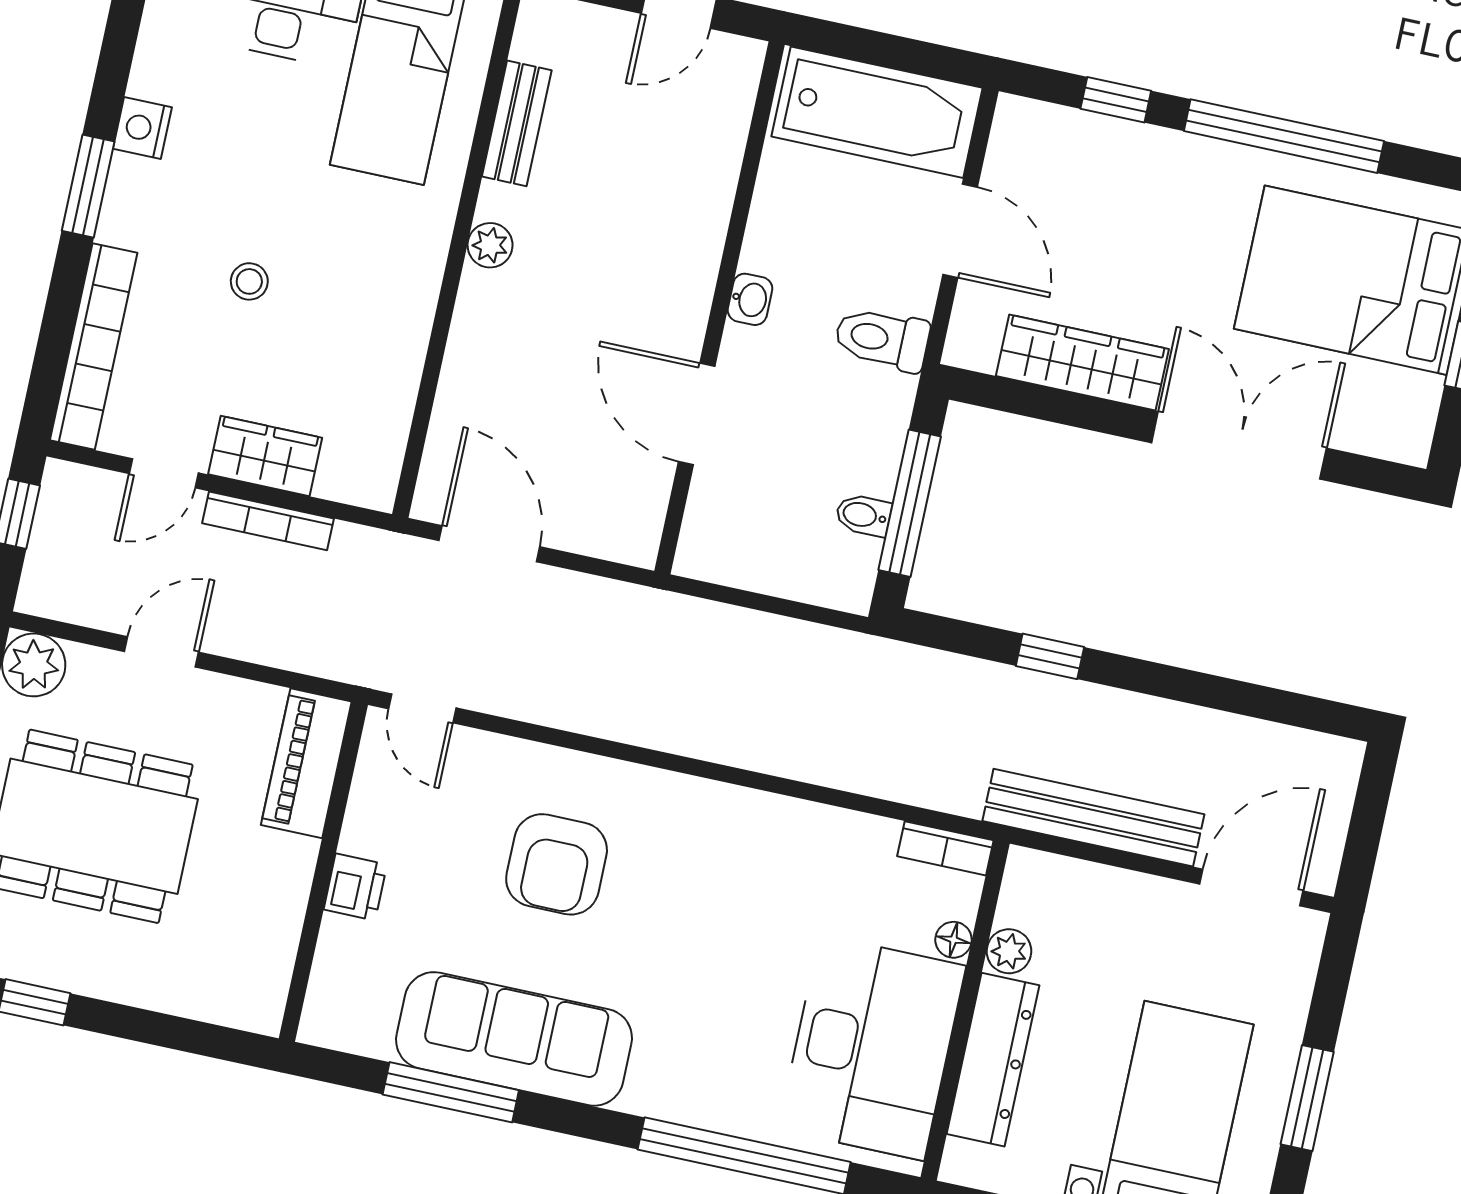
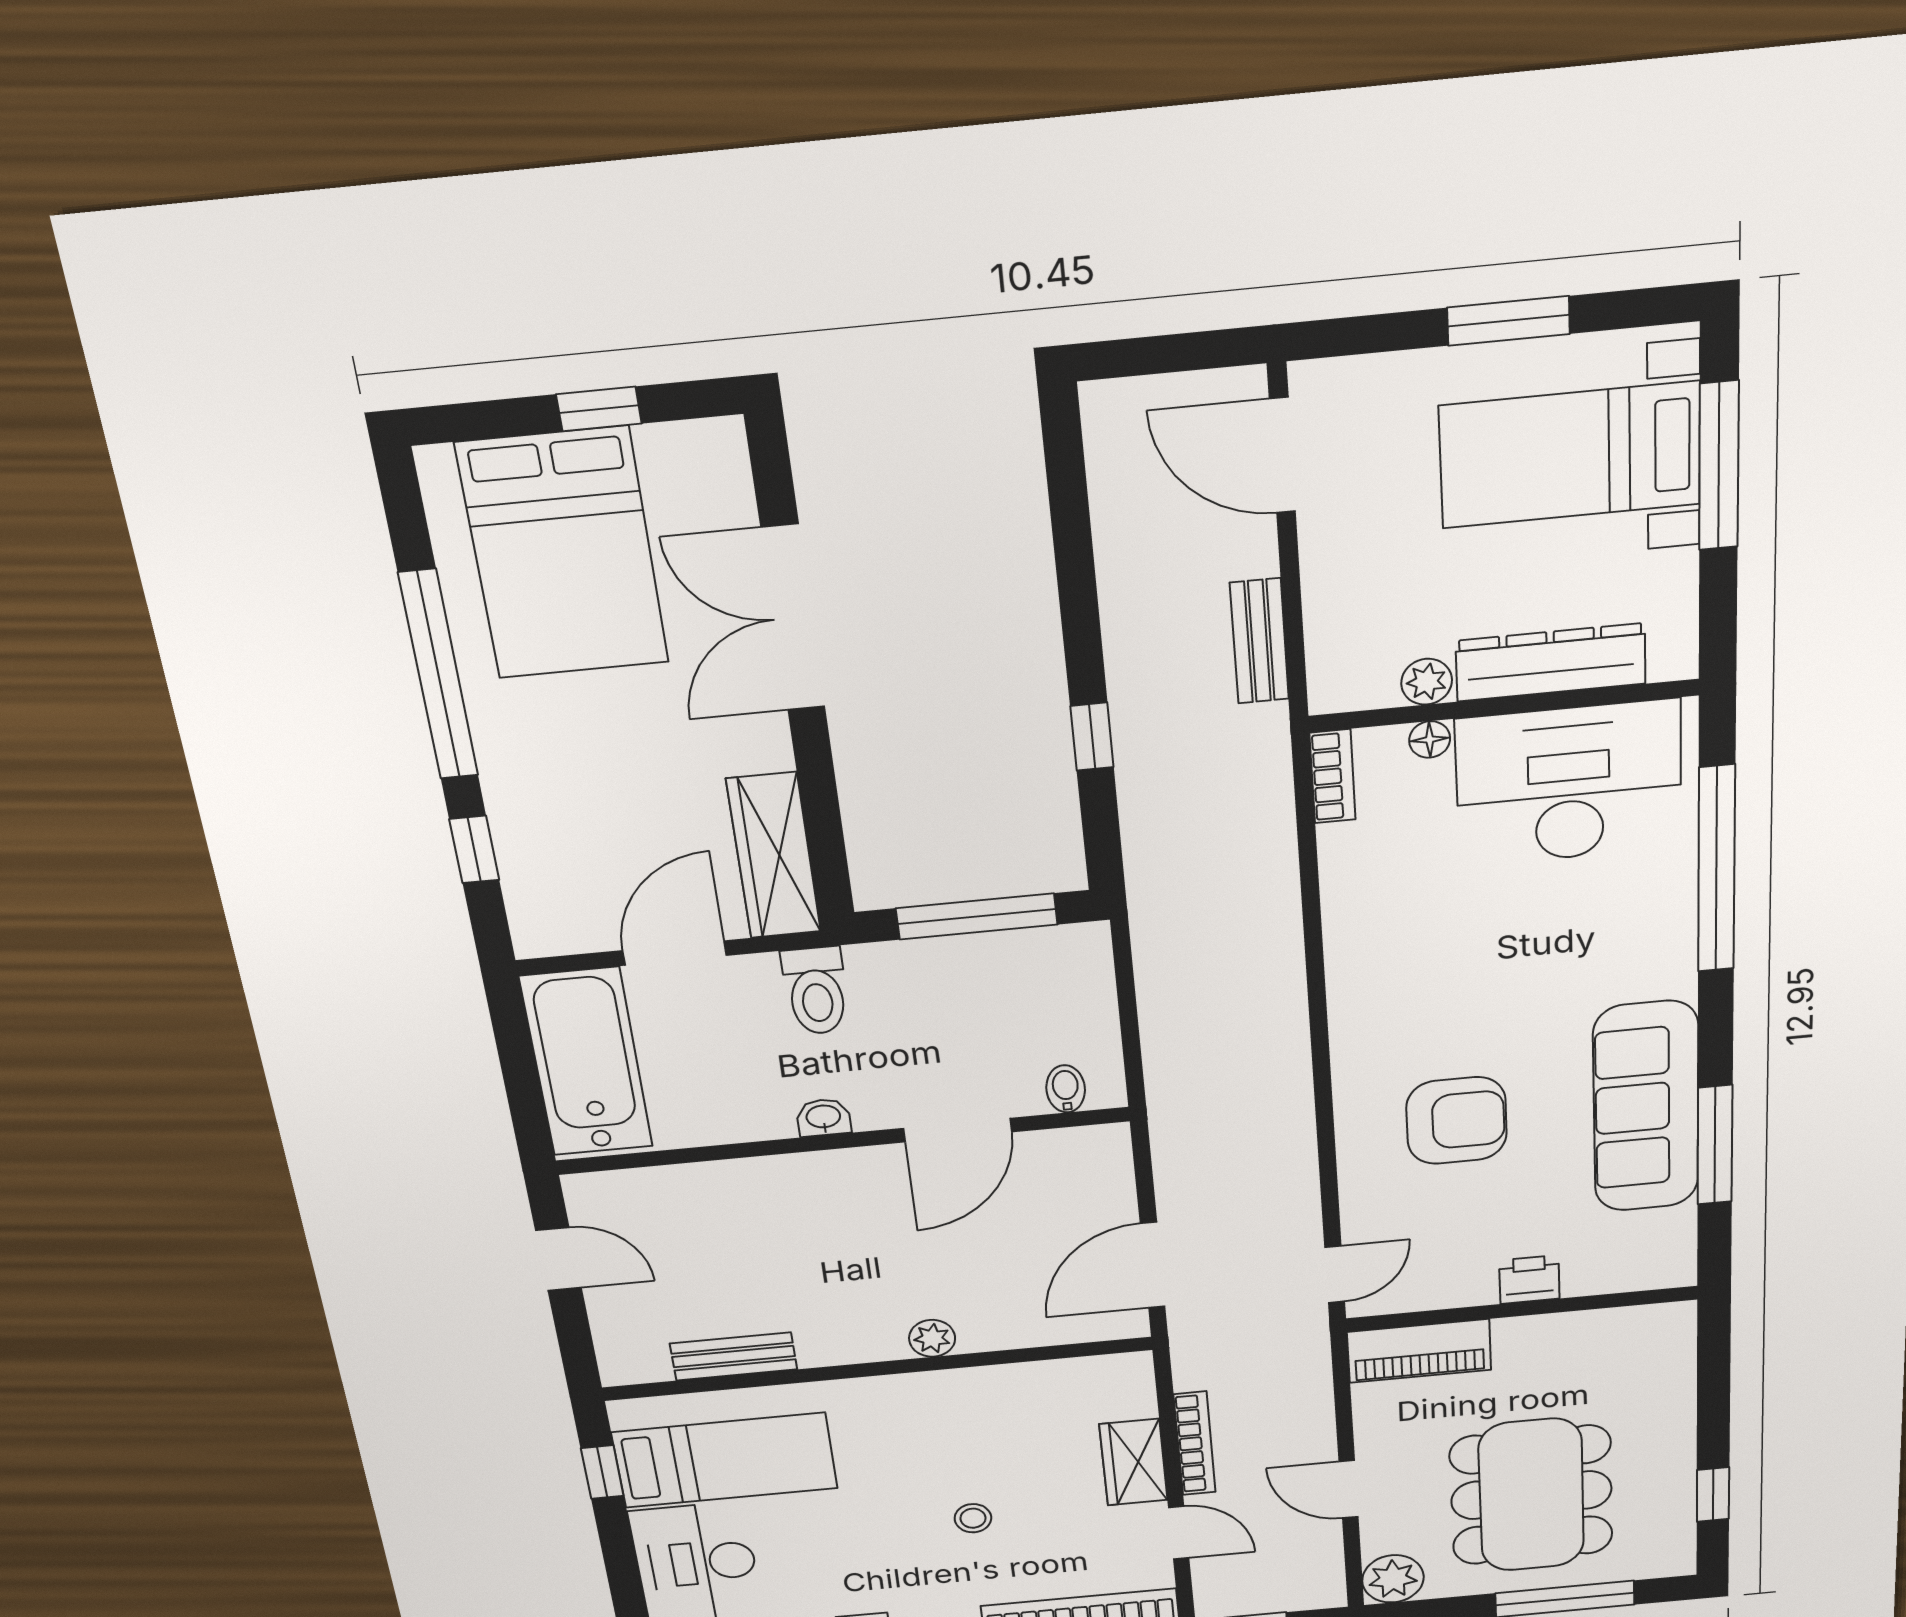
plant: (490, 245) -> (932, 1338), moved
wardrobe: (1082, 363) -> (774, 856), moved
bidet: (863, 515) -> (1066, 1089), moved, turned 180
bench: (1093, 818) -> (1259, 641), width x0.54, depth x0.82

